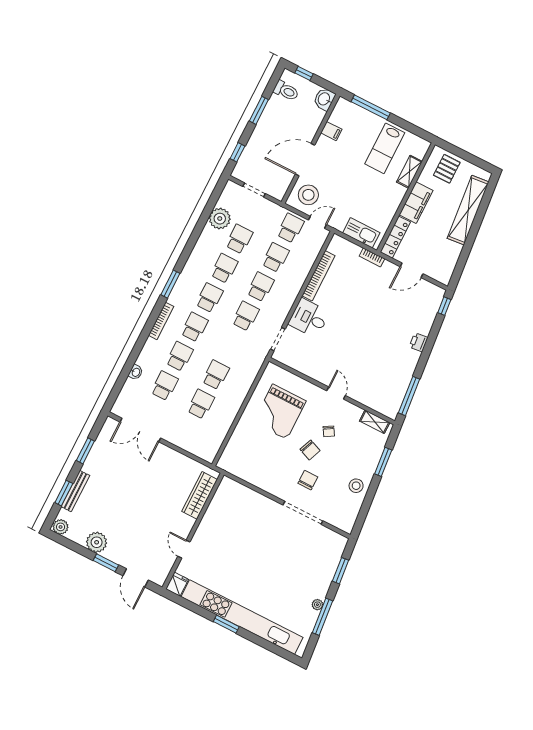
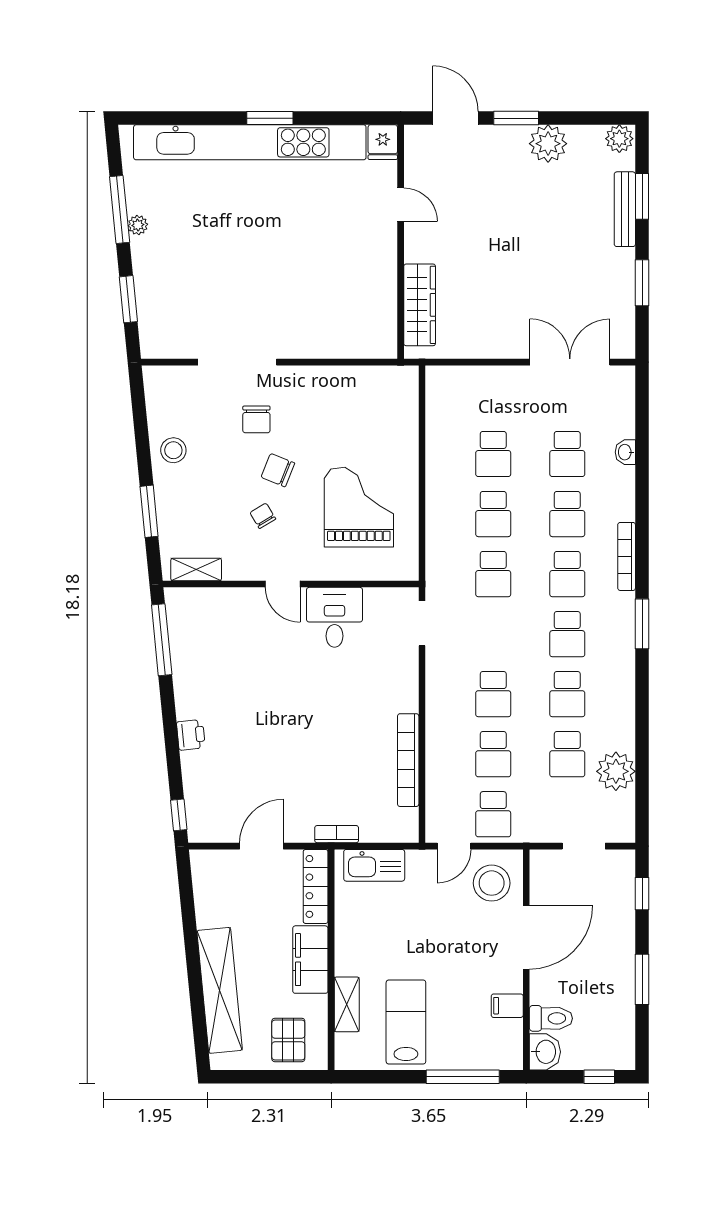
toilet: (286, 91) -> (551, 1018), moved, turned 180
school desk: (246, 316) -> (493, 574), moved
desk: (309, 318) -> (334, 617), moved, turned -90

